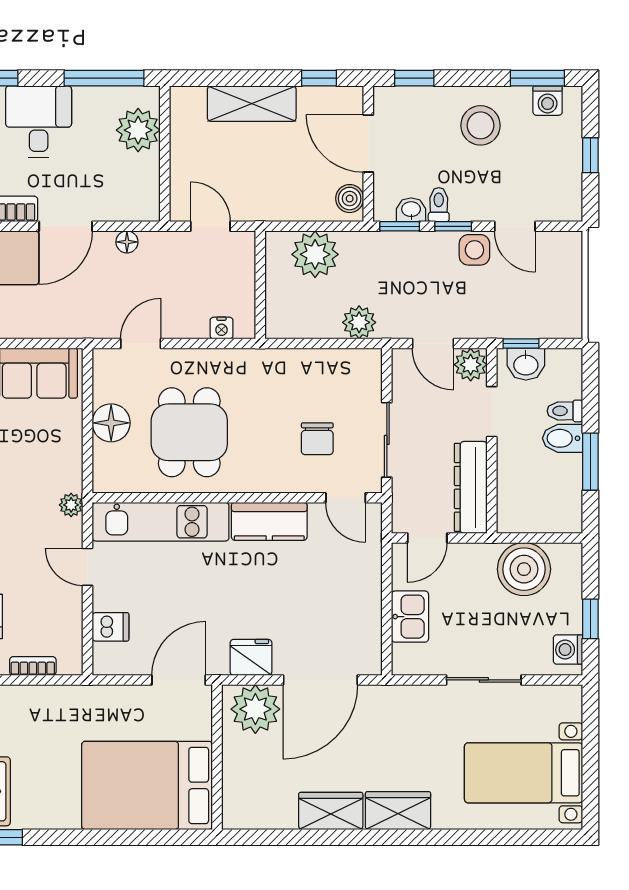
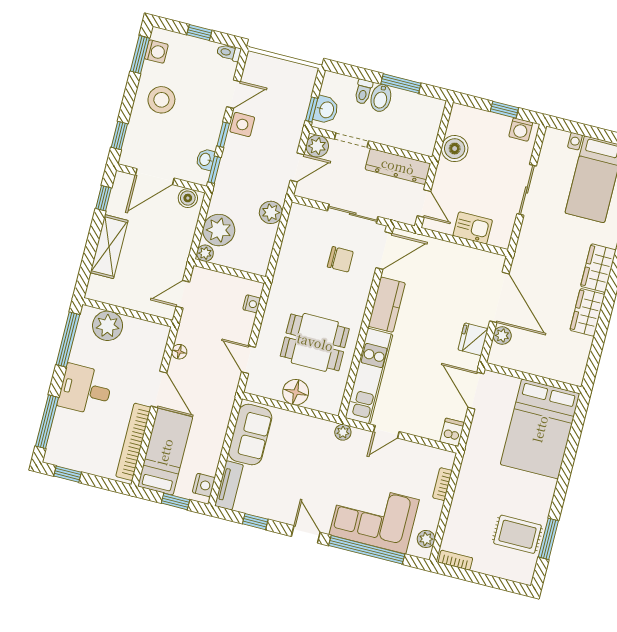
toilet: (439, 205) -> (229, 53), moved
plant: (277, 243) -> (205, 253), added
door: (346, 498) -> (384, 251), width x1.38
boiler: (524, 569) -> (455, 149), width x0.73, depth x0.73
dishwasher: (111, 627) -> (452, 432), moved
plant: (255, 709) -> (502, 336), width x0.53, depth x0.53

